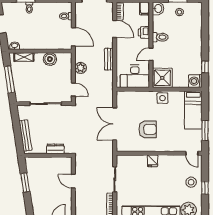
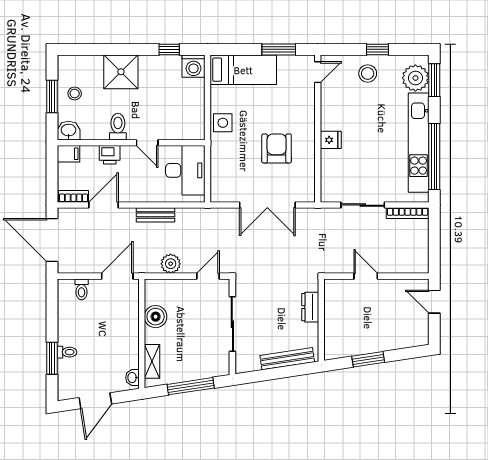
shower: (162, 78) -> (121, 72), moved
door: (73, 181) -> (366, 276), swing flipped

